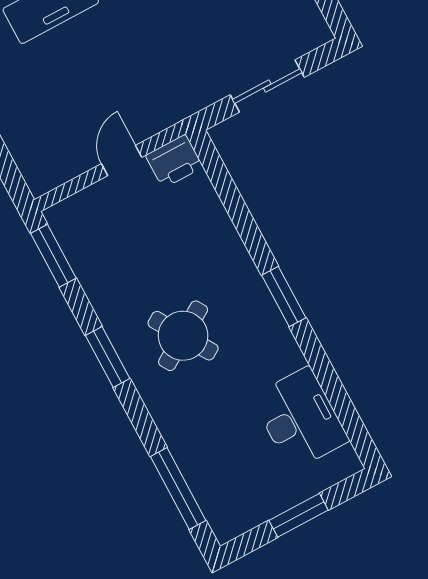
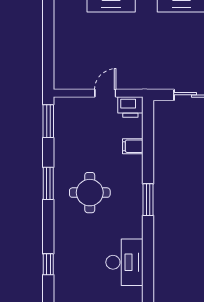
filing cabinet: (212, 223) -> (133, 146), added
round table: (183, 336) -> (90, 193), turned 32
window: (178, 488) -> (48, 264), width x0.46

